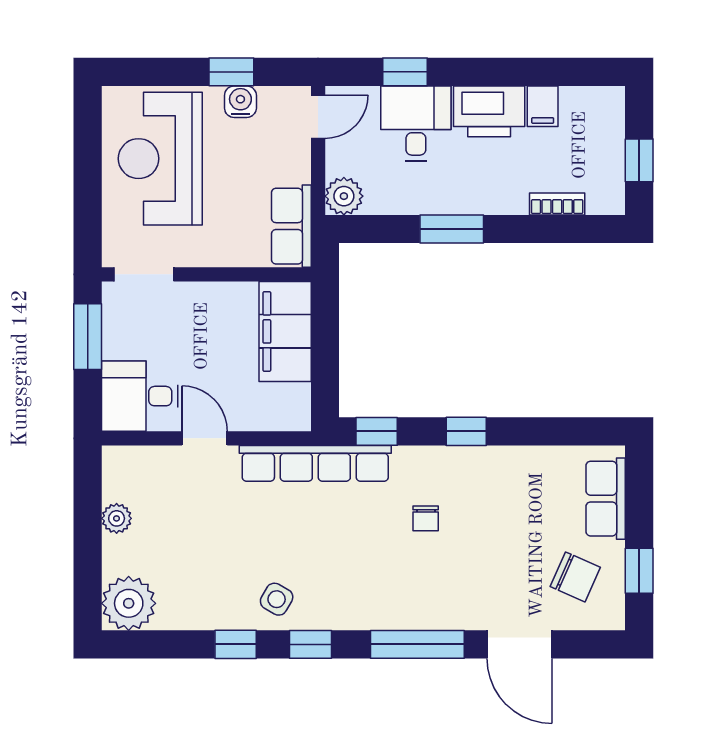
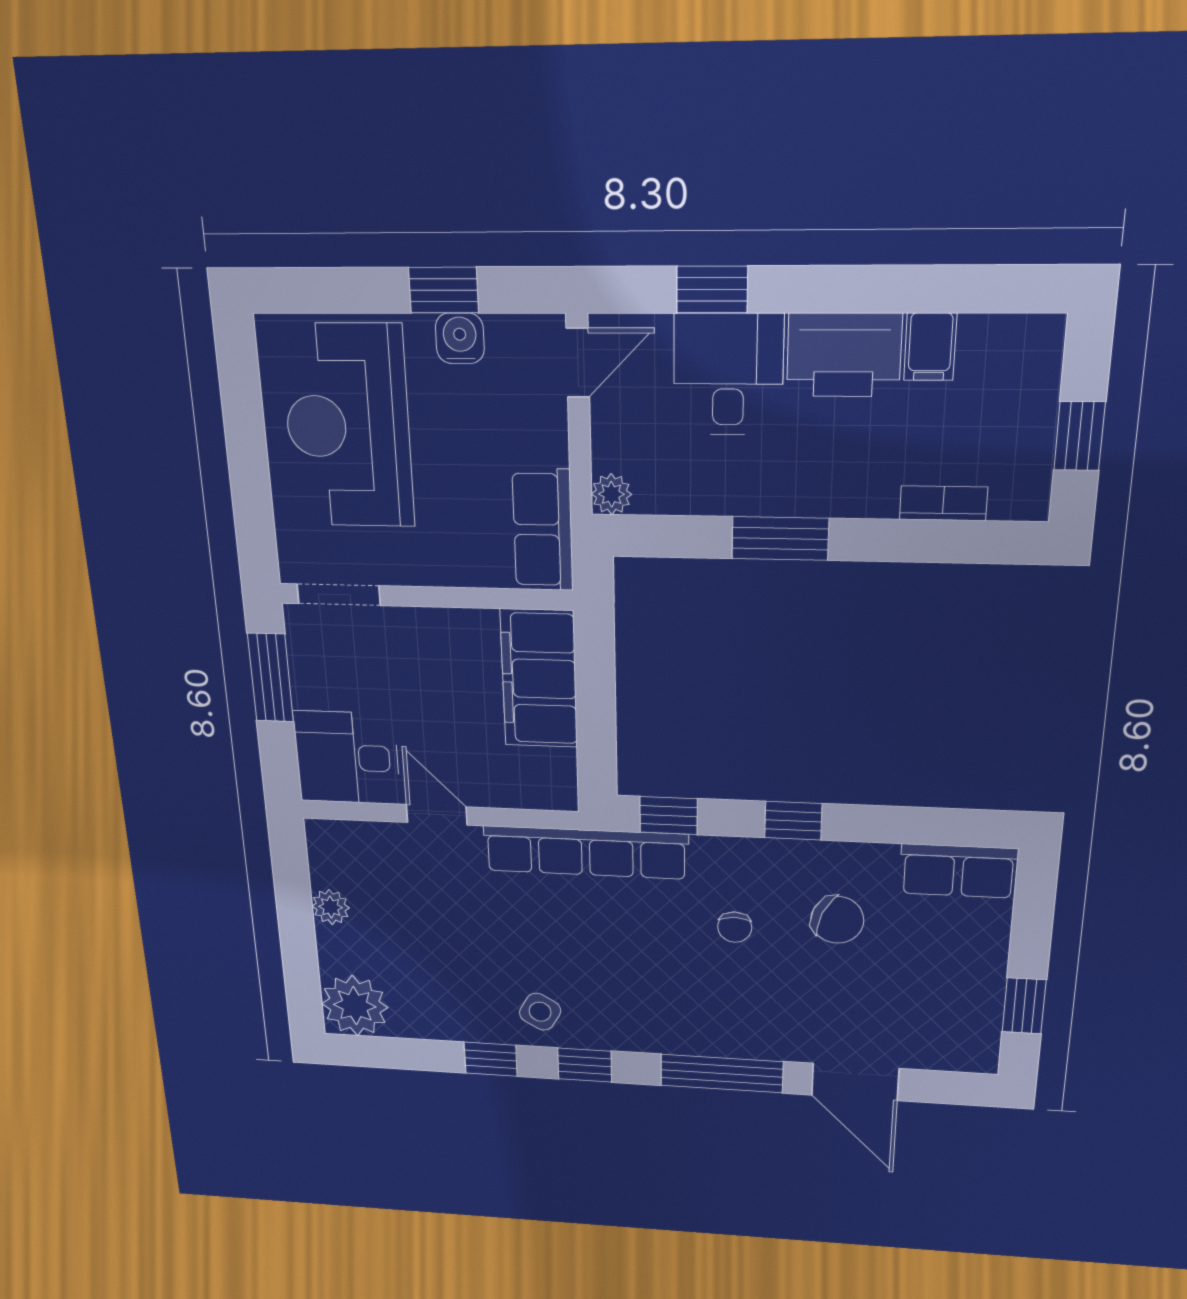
plant: (344, 196) -> (611, 494), width x0.73, depth x0.73
row of seats: (606, 499) -> (958, 871), moved, turned -90
chair: (575, 577) -> (837, 920), moved

